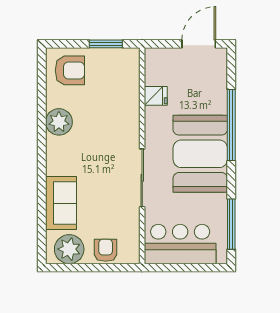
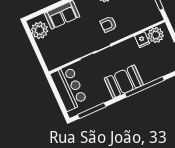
plant: (158, 71) -> (156, 35), added
booth: (200, 154) -> (124, 82), width x0.73, depth x0.70
armchair: (106, 250) -> (108, 24), moved, turned 180

